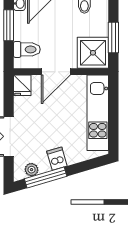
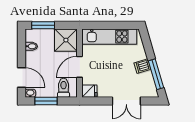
window: (113, 37) -> (43, 25), moved
door: (56, 72) -> (80, 67), swing flipped
plant: (32, 170) -> (150, 84), removed

